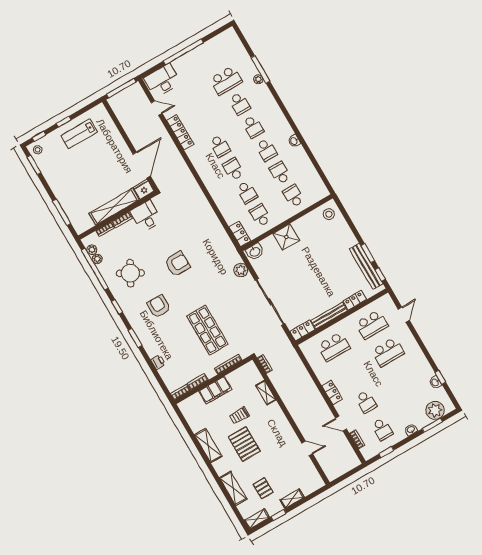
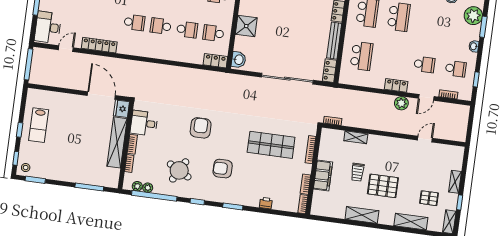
plant: (241, 270) -> (401, 103), moved

